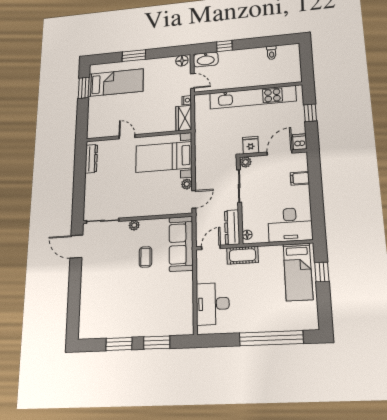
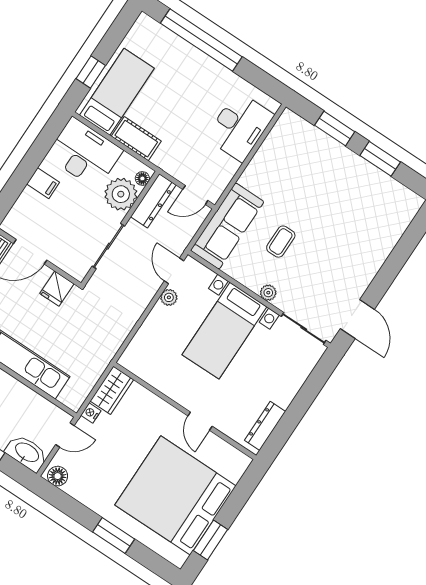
door: (192, 81) -> (65, 435), swing flipped
bed: (116, 83) -> (175, 495), width x2.04
bed with nightstands: (164, 157) -> (224, 331), moved, turned 90
plant: (246, 162) -> (121, 194), moved, width x1.88, depth x1.88
filing cabinet: (300, 178) -> (43, 183), moved
door: (194, 199) -> (174, 271), hinge flipped
cot: (243, 255) -> (136, 139), moved

